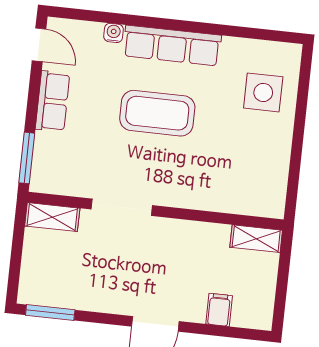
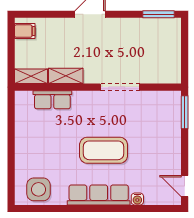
side table: (263, 92) -> (38, 189), moved
row of seats: (53, 101) -> (52, 100), moved, turned -90
shelving: (52, 217) -> (66, 76), moved
filing cabinet: (219, 310) -> (25, 31), moved, turned -90

